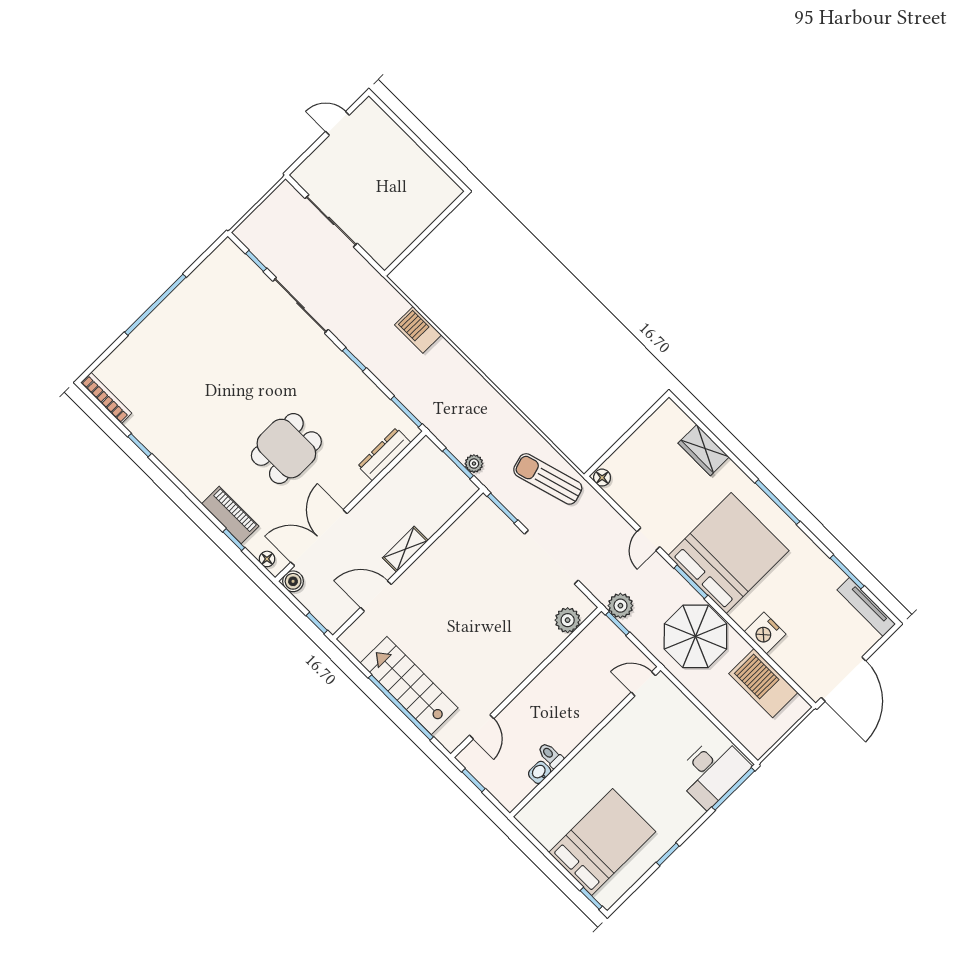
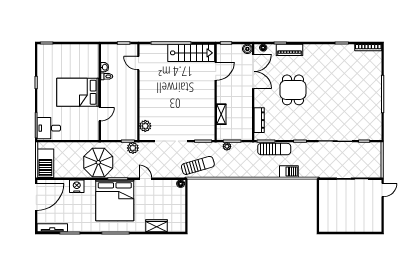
door: (337, 123) -> (383, 190), moved
sun lounger: (406, 387) -> (274, 149), added
shelving: (405, 549) -> (221, 114), moved
door: (844, 679) -> (36, 197), swing flipped
barbecue: (763, 683) -> (45, 163), moved, turned 90
door: (643, 684) -> (100, 114), moved
stairs: (409, 685) -> (191, 53), moved
desk: (712, 771) -> (49, 128), width x0.73
bed: (602, 842) -> (78, 92), moved, turned 90

